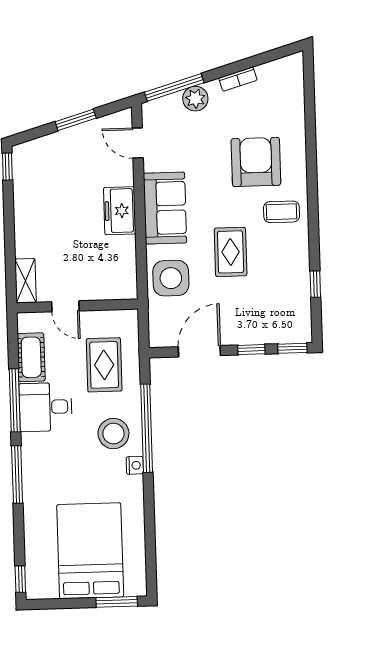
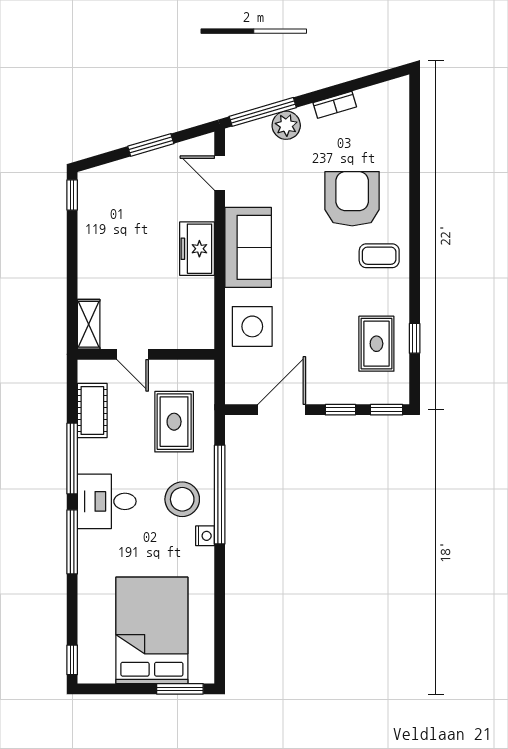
rug: (231, 252) -> (376, 344), moved
desk: (46, 407) -> (107, 501), moved

